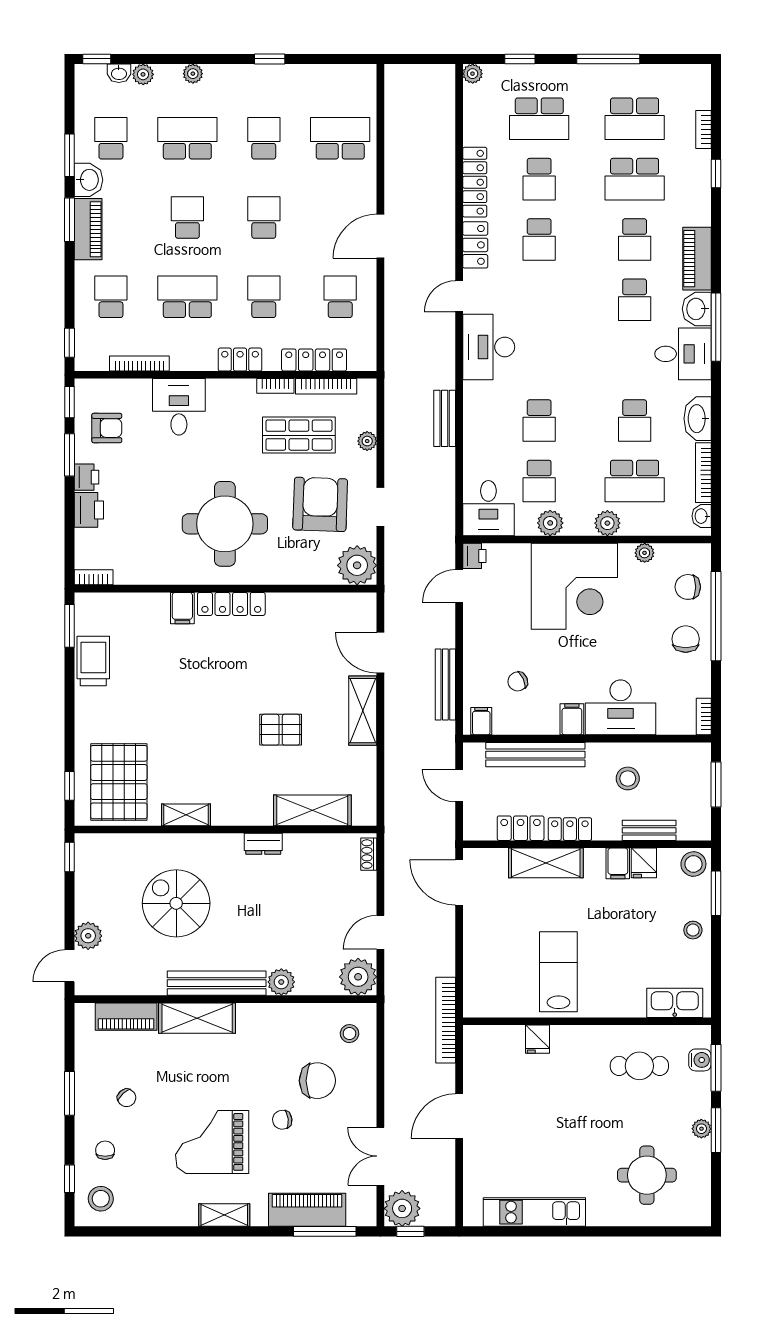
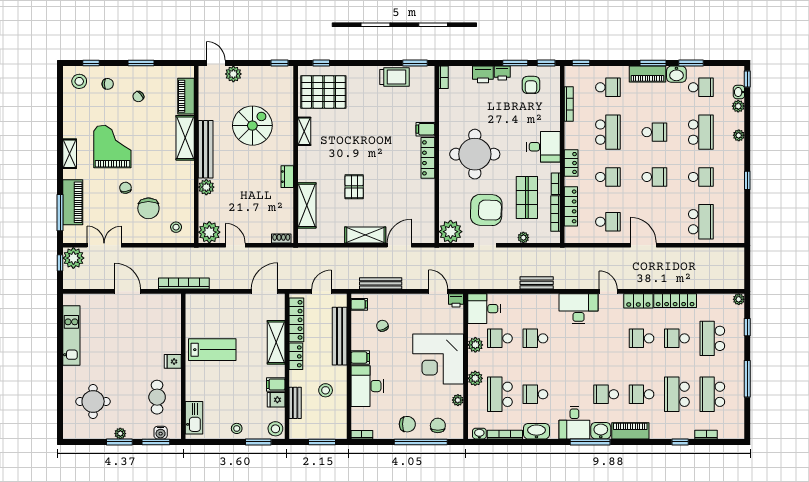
desk: (179, 407) -> (543, 147), moved
locker: (521, 828) -> (296, 320), width x1.53
fridge: (537, 1039) -> (173, 361), moved

